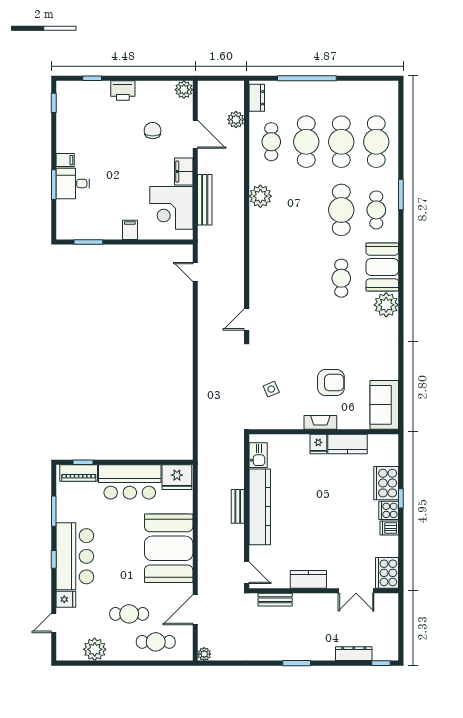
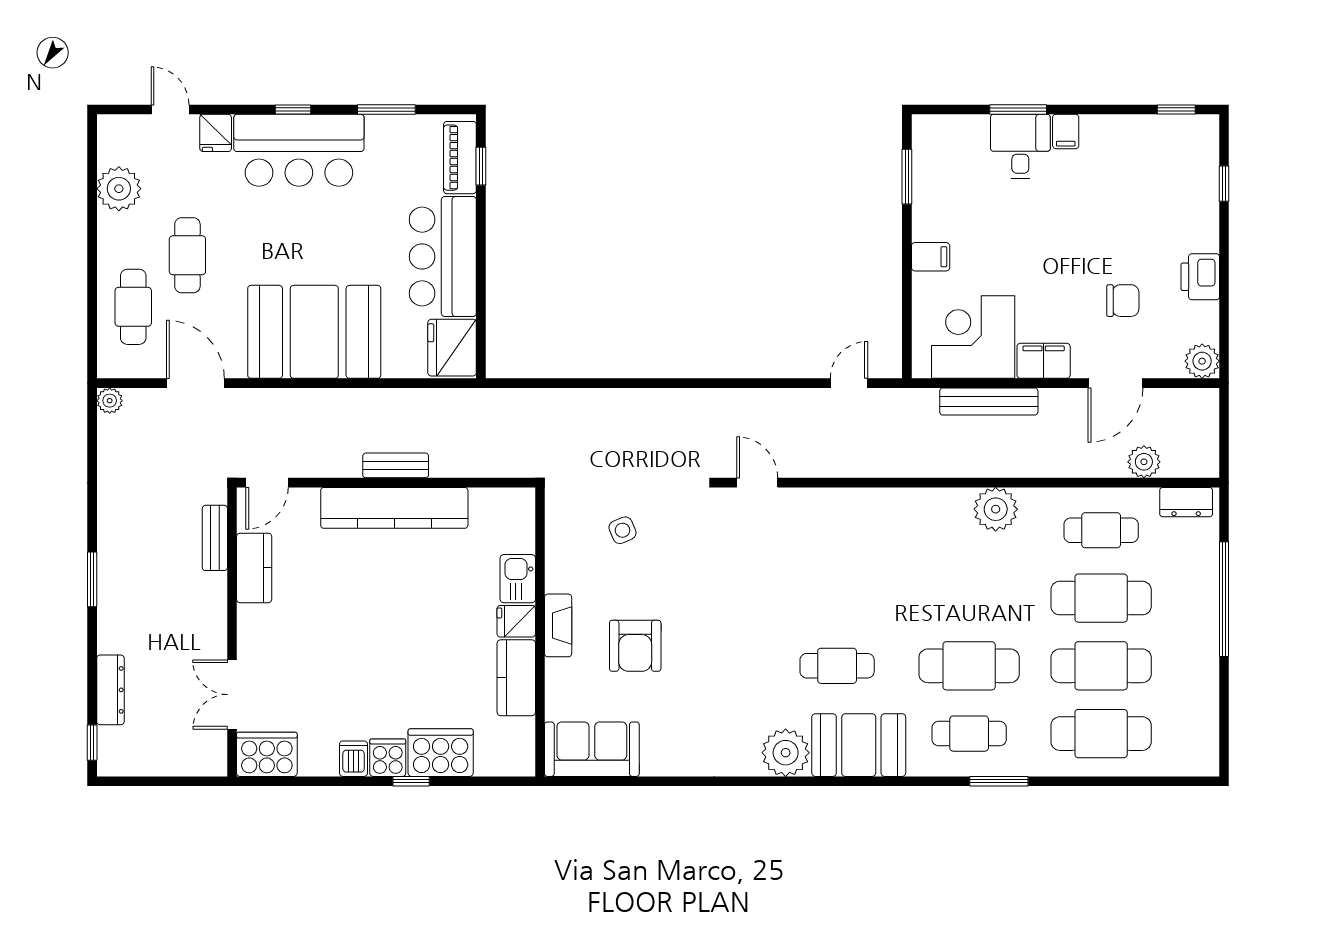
printer: (123, 90) -> (1200, 277), moved
kitchen sink: (258, 455) -> (518, 579), moved, turned 90
kitchen counter: (308, 579) -> (254, 568), moved

